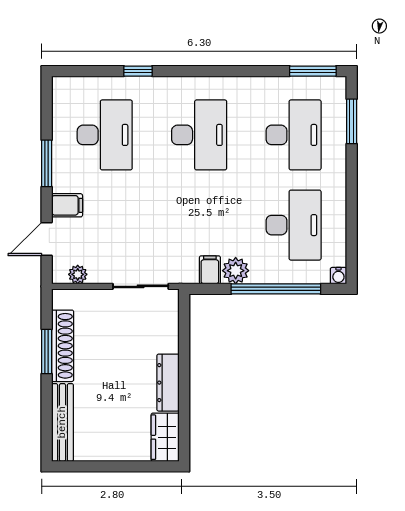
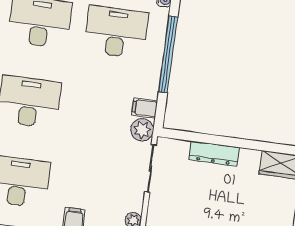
plant: (236, 271) -> (142, 130), moved
dresser: (168, 383) -> (214, 154), moved

